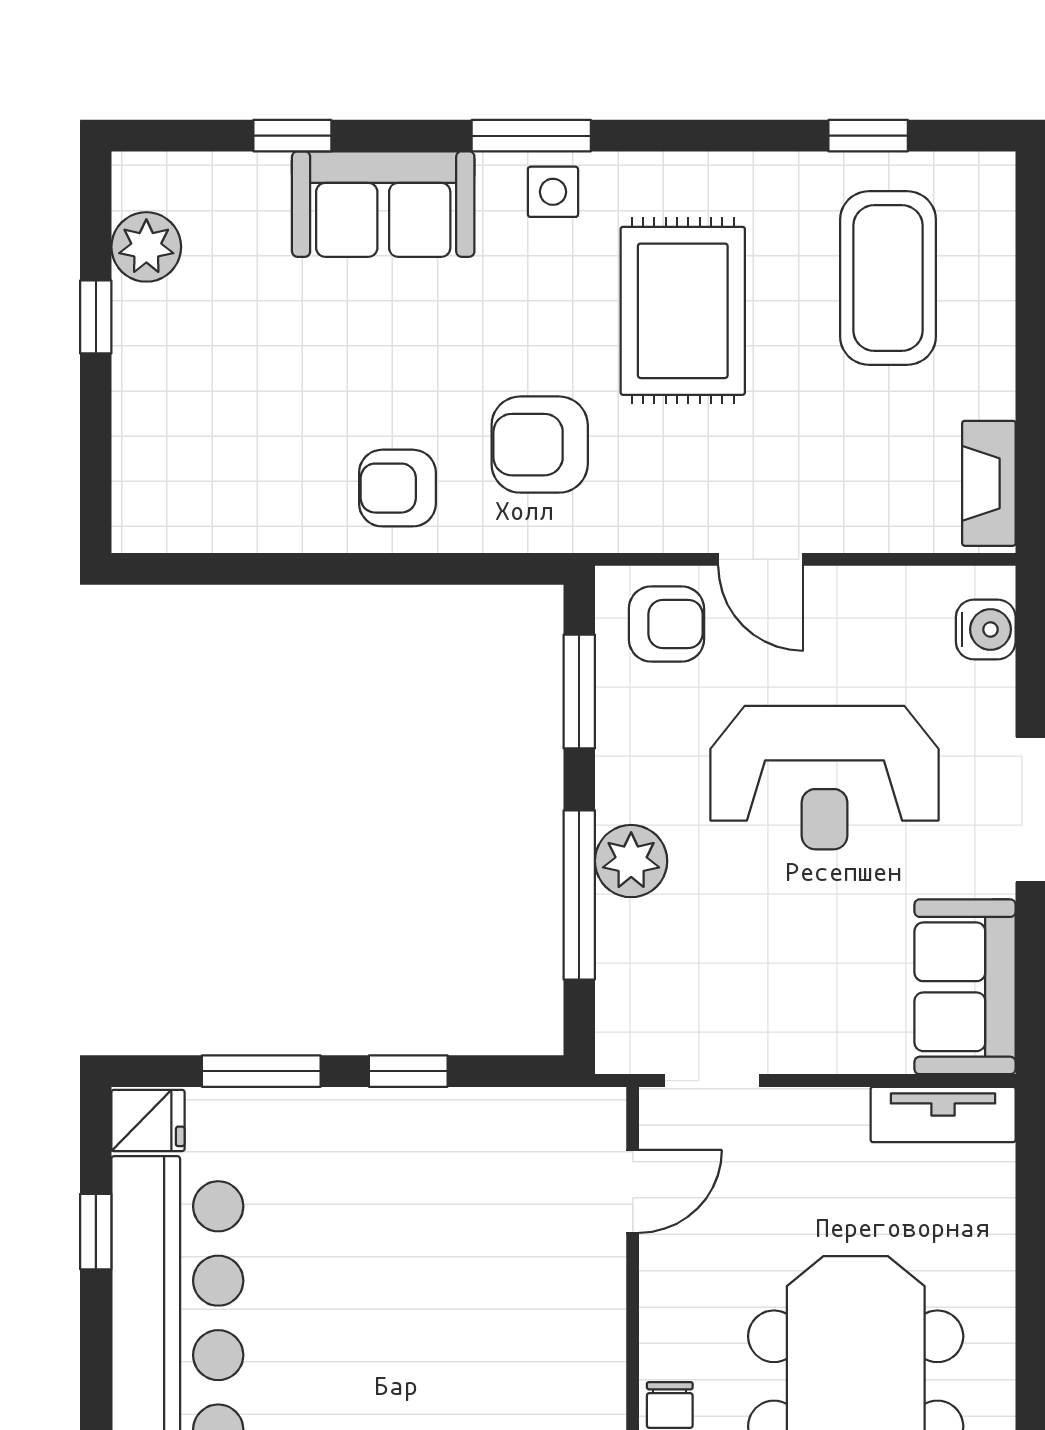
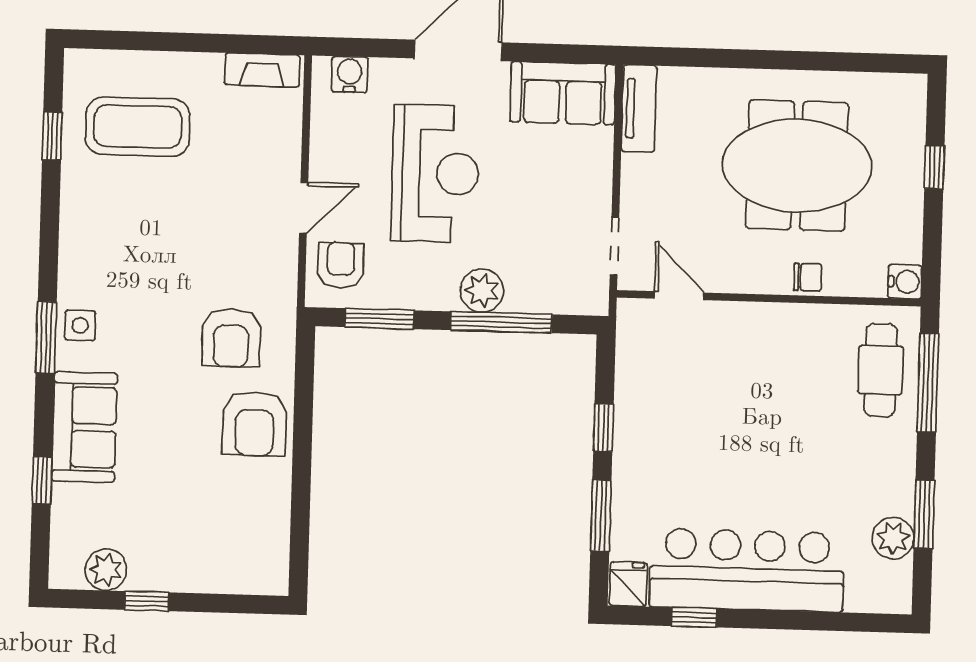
rug: (683, 311) -> (154, 250), removed
armchair: (397, 488) -> (255, 424), width x1.38, depth x1.38

